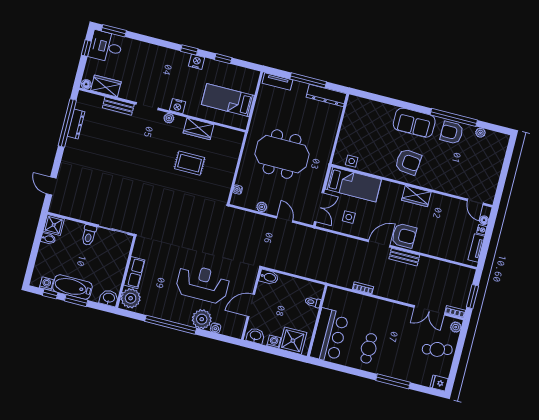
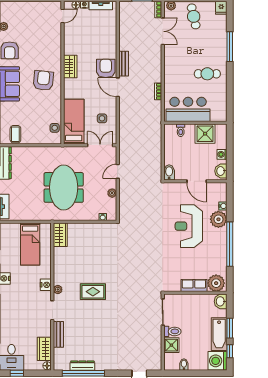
coffee table: (356, 115) -> (15, 134), added
wardrobe: (198, 129) -> (60, 235), moved
rug: (190, 163) -> (93, 292), moved, turned 90
shower: (54, 225) -> (171, 345), moved
washing machine: (46, 284) -> (218, 361), width x1.89, depth x1.89
bar counter: (329, 335) -> (188, 109), moved
shower: (293, 341) -> (205, 134), moved

